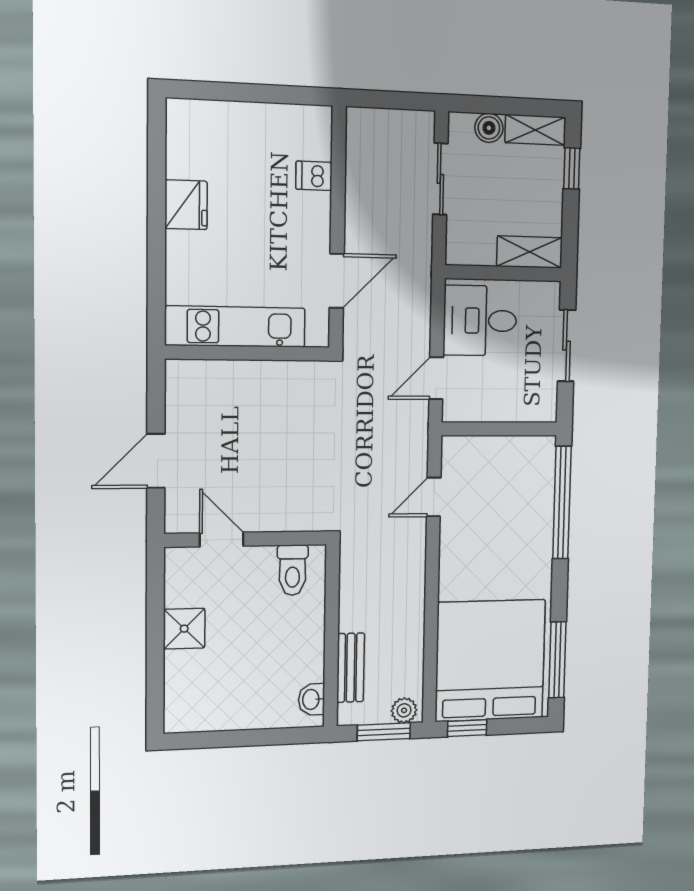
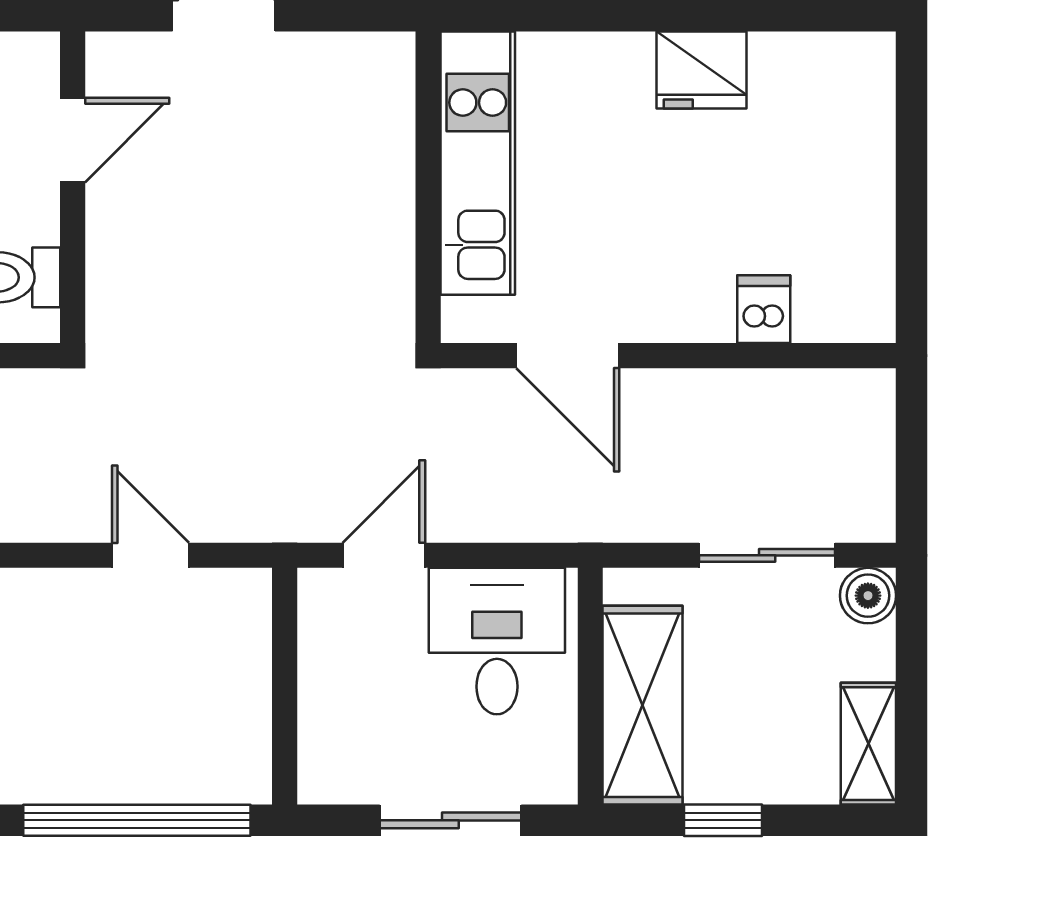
boiler: (489, 128) -> (868, 596), moved
window: (572, 168) -> (723, 820), moved
shelving: (530, 252) -> (643, 705), width x1.50, depth x1.33
door: (436, 378) -> (384, 555), hinge flipped

